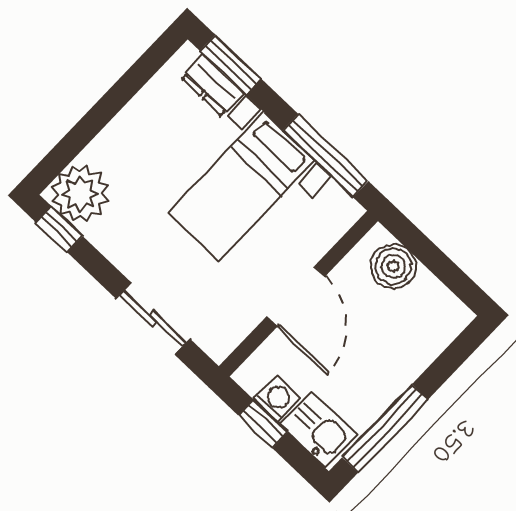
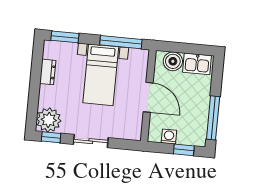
dresser: (213, 85) -> (48, 72), moved, turned -90
sliding door: (153, 319) -> (91, 141), moved
window: (263, 424) -> (184, 150), moved
kitchen sink: (318, 430) -> (197, 64), moved, turned 180

